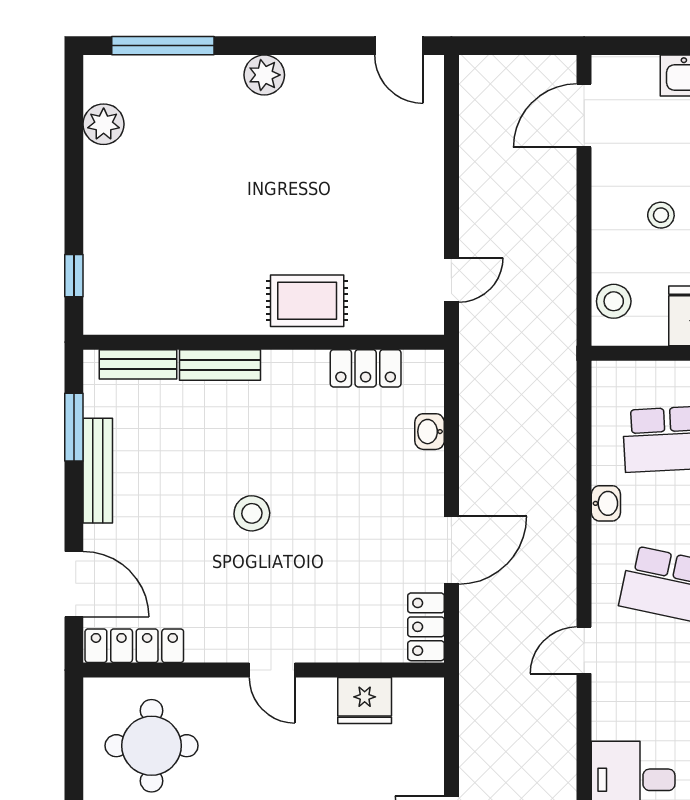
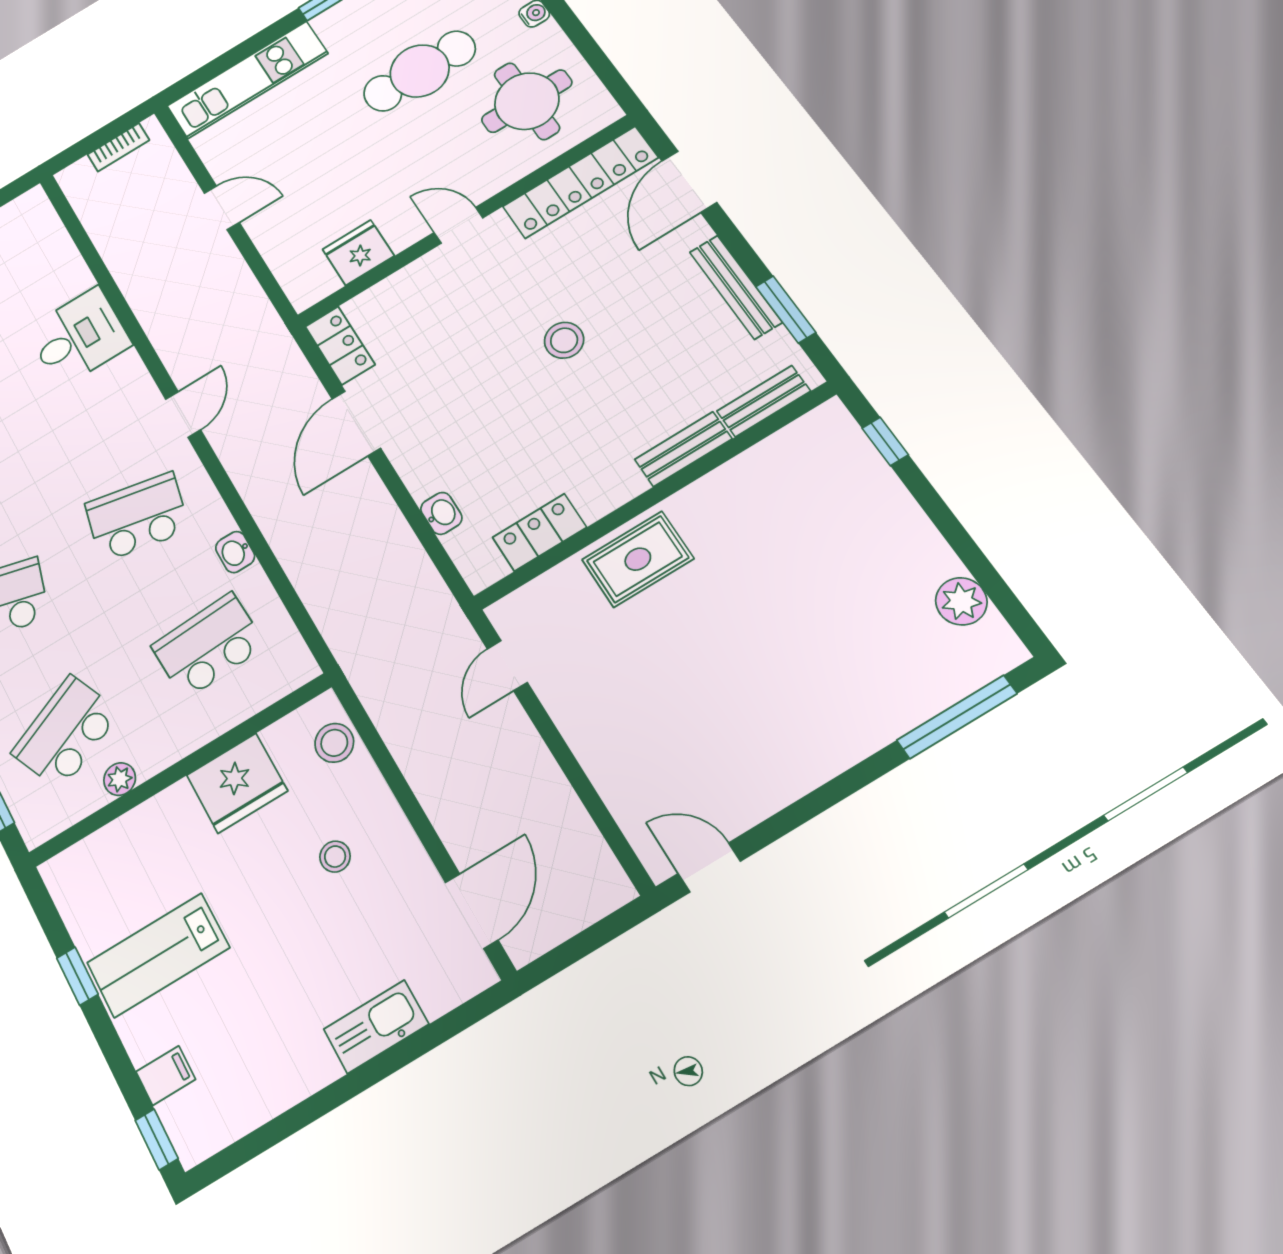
plant: (264, 75) -> (830, 751), removed
door: (74, 584) -> (689, 182), hinge flipped
locker: (134, 646) -> (580, 182), width x1.41, depth x1.21

